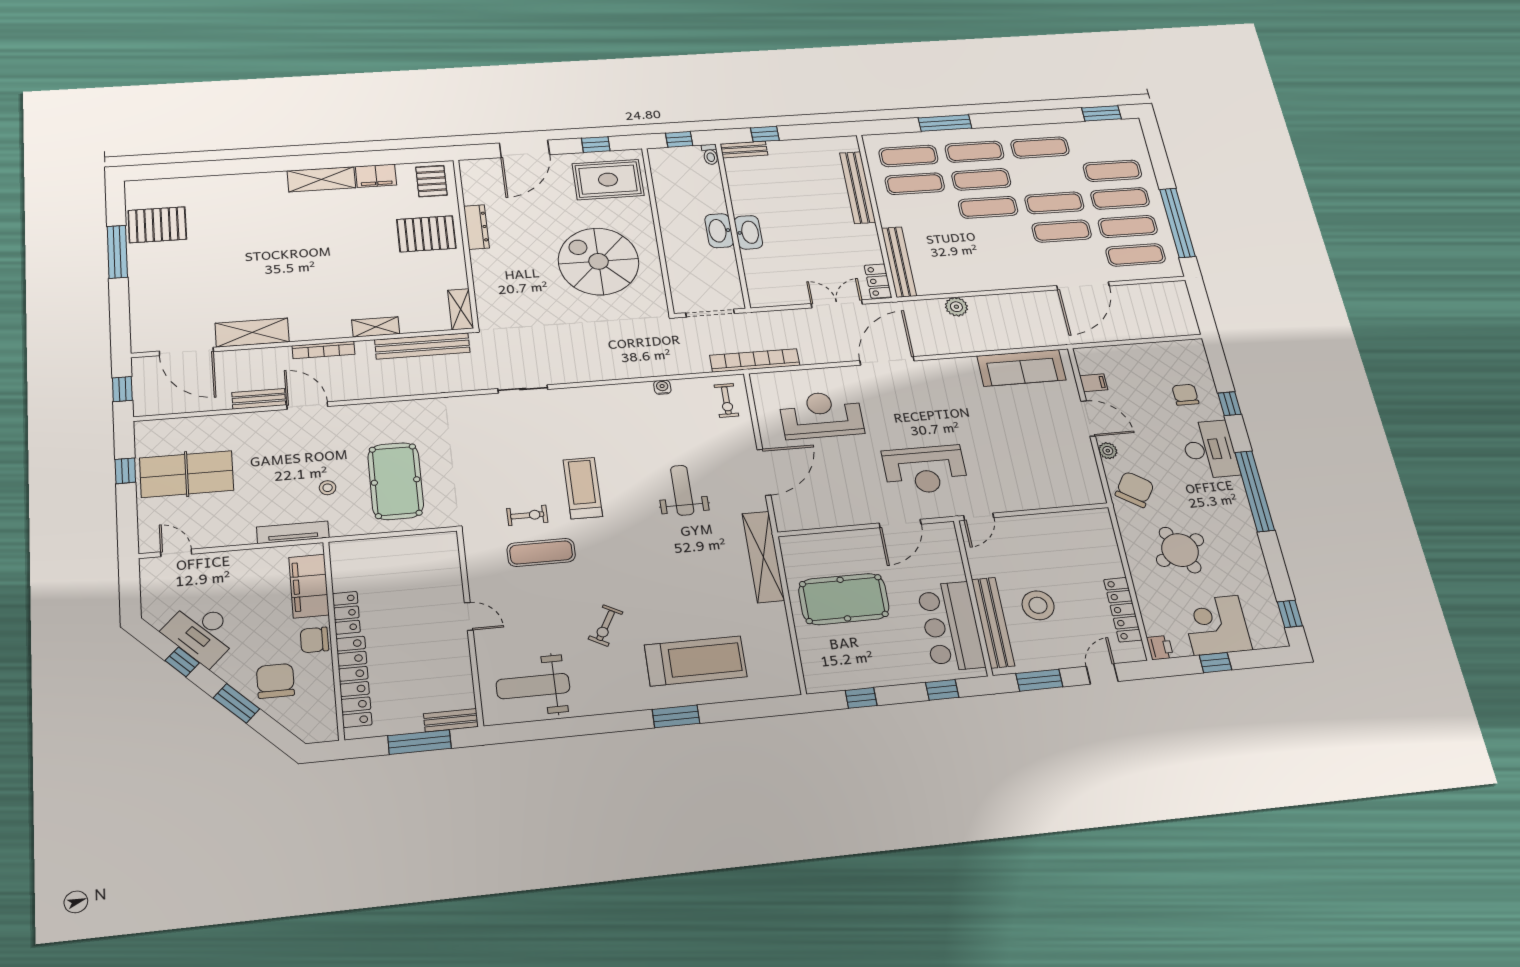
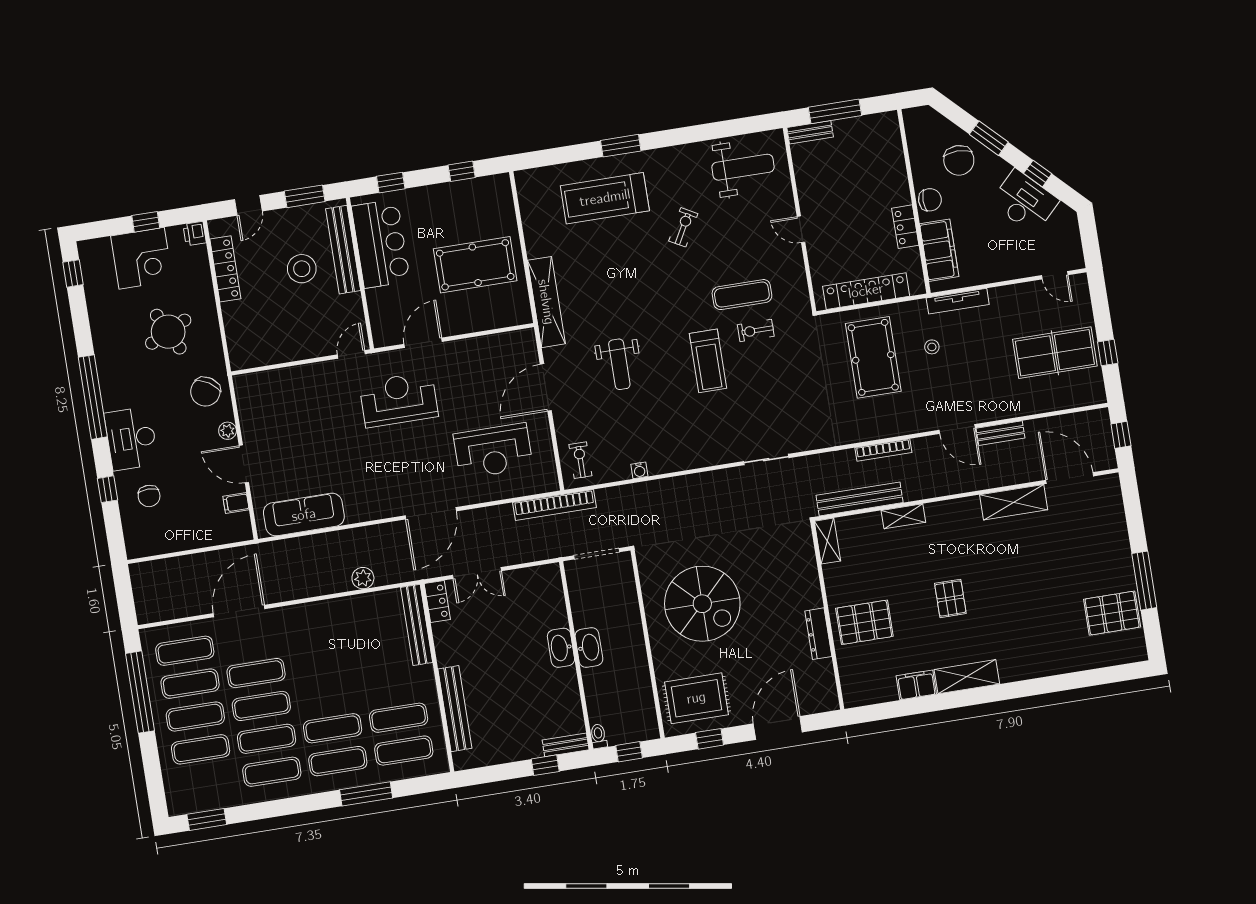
pallet: (431, 181) -> (950, 598), moved
exercise mat: (988, 207) -> (267, 739), moved
bookcase: (323, 350) -> (883, 450), moved, turned 180
locker: (354, 681) -> (866, 291), moved, turned 90

